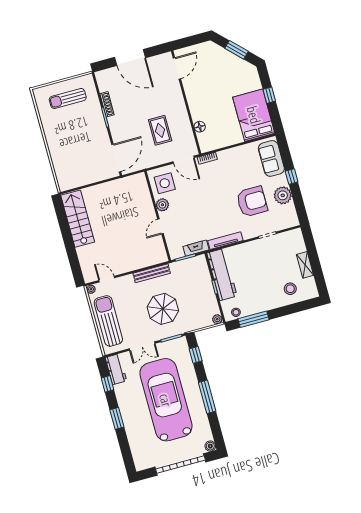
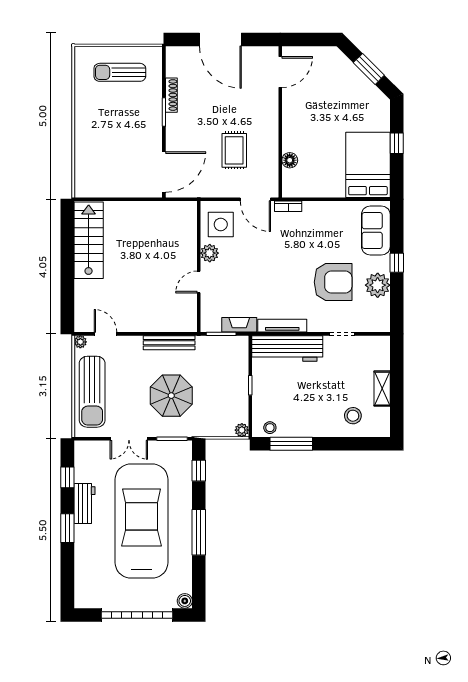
workbench: (222, 275) -> (287, 348), moved, turned 90
sun lounger: (108, 321) -> (92, 392), turned 180
workbench: (116, 369) -> (84, 503), moved

